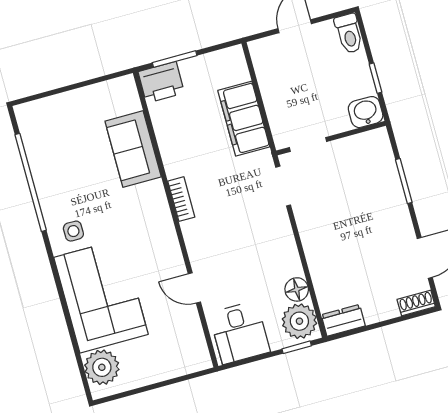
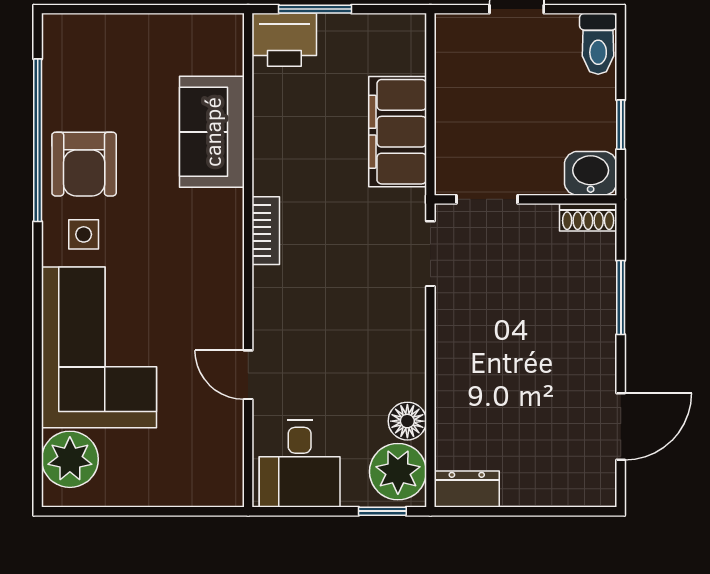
armchair: (62, 189) -> (84, 164), added
shoe rack: (416, 303) -> (588, 217), moved, turned 180

